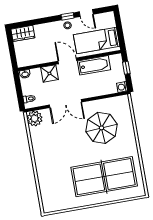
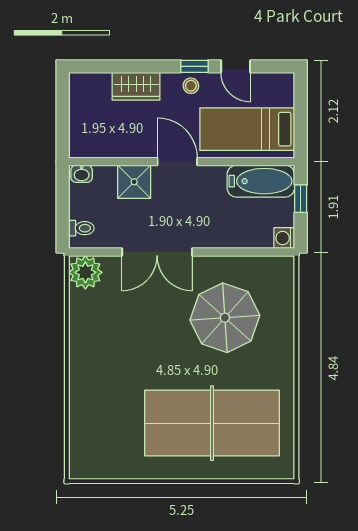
wardrobe: (23, 33) -> (136, 86), moved
bathtub: (94, 65) -> (261, 181), moved

